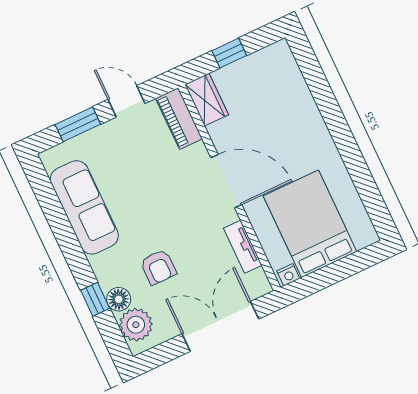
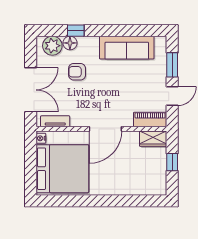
bed: (310, 224) -> (62, 169), width x1.36
tv unit: (243, 247) -> (55, 121), moved

